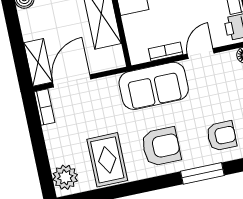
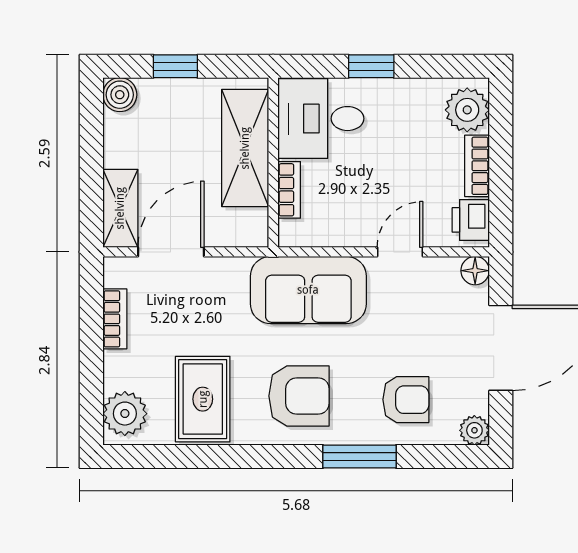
bookcase: (166, 52) -> (289, 190), moved, turned 90
bookcase: (44, 107) -> (115, 319), moved

